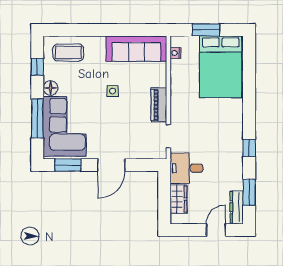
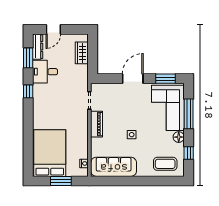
desk: (186, 168) -> (45, 72), moved, turned 180

